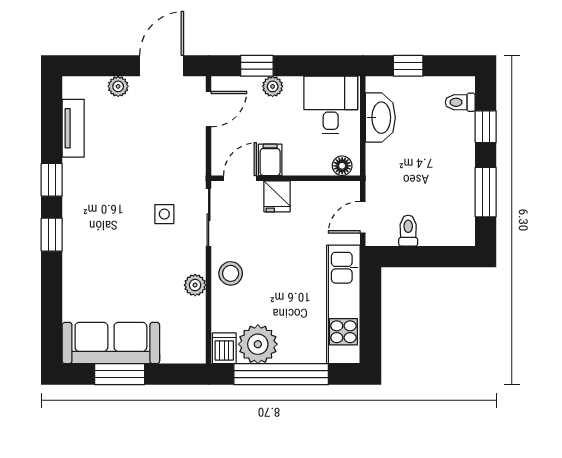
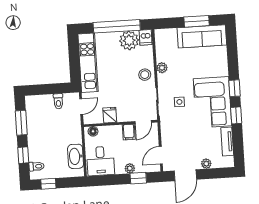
window: (408, 66) -> (48, 184), moved
fridge: (277, 196) -> (110, 115), moved
corner sofa: (98, 209) -> (212, 102), added

